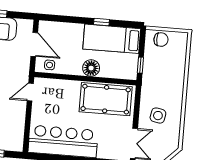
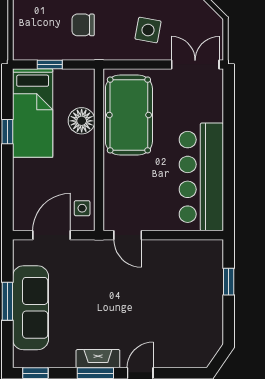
chair: (161, 40) -> (83, 25), moved, turned -90
window: (140, 65) -> (50, 65), moved
floor lamp: (91, 68) -> (82, 121), moved

